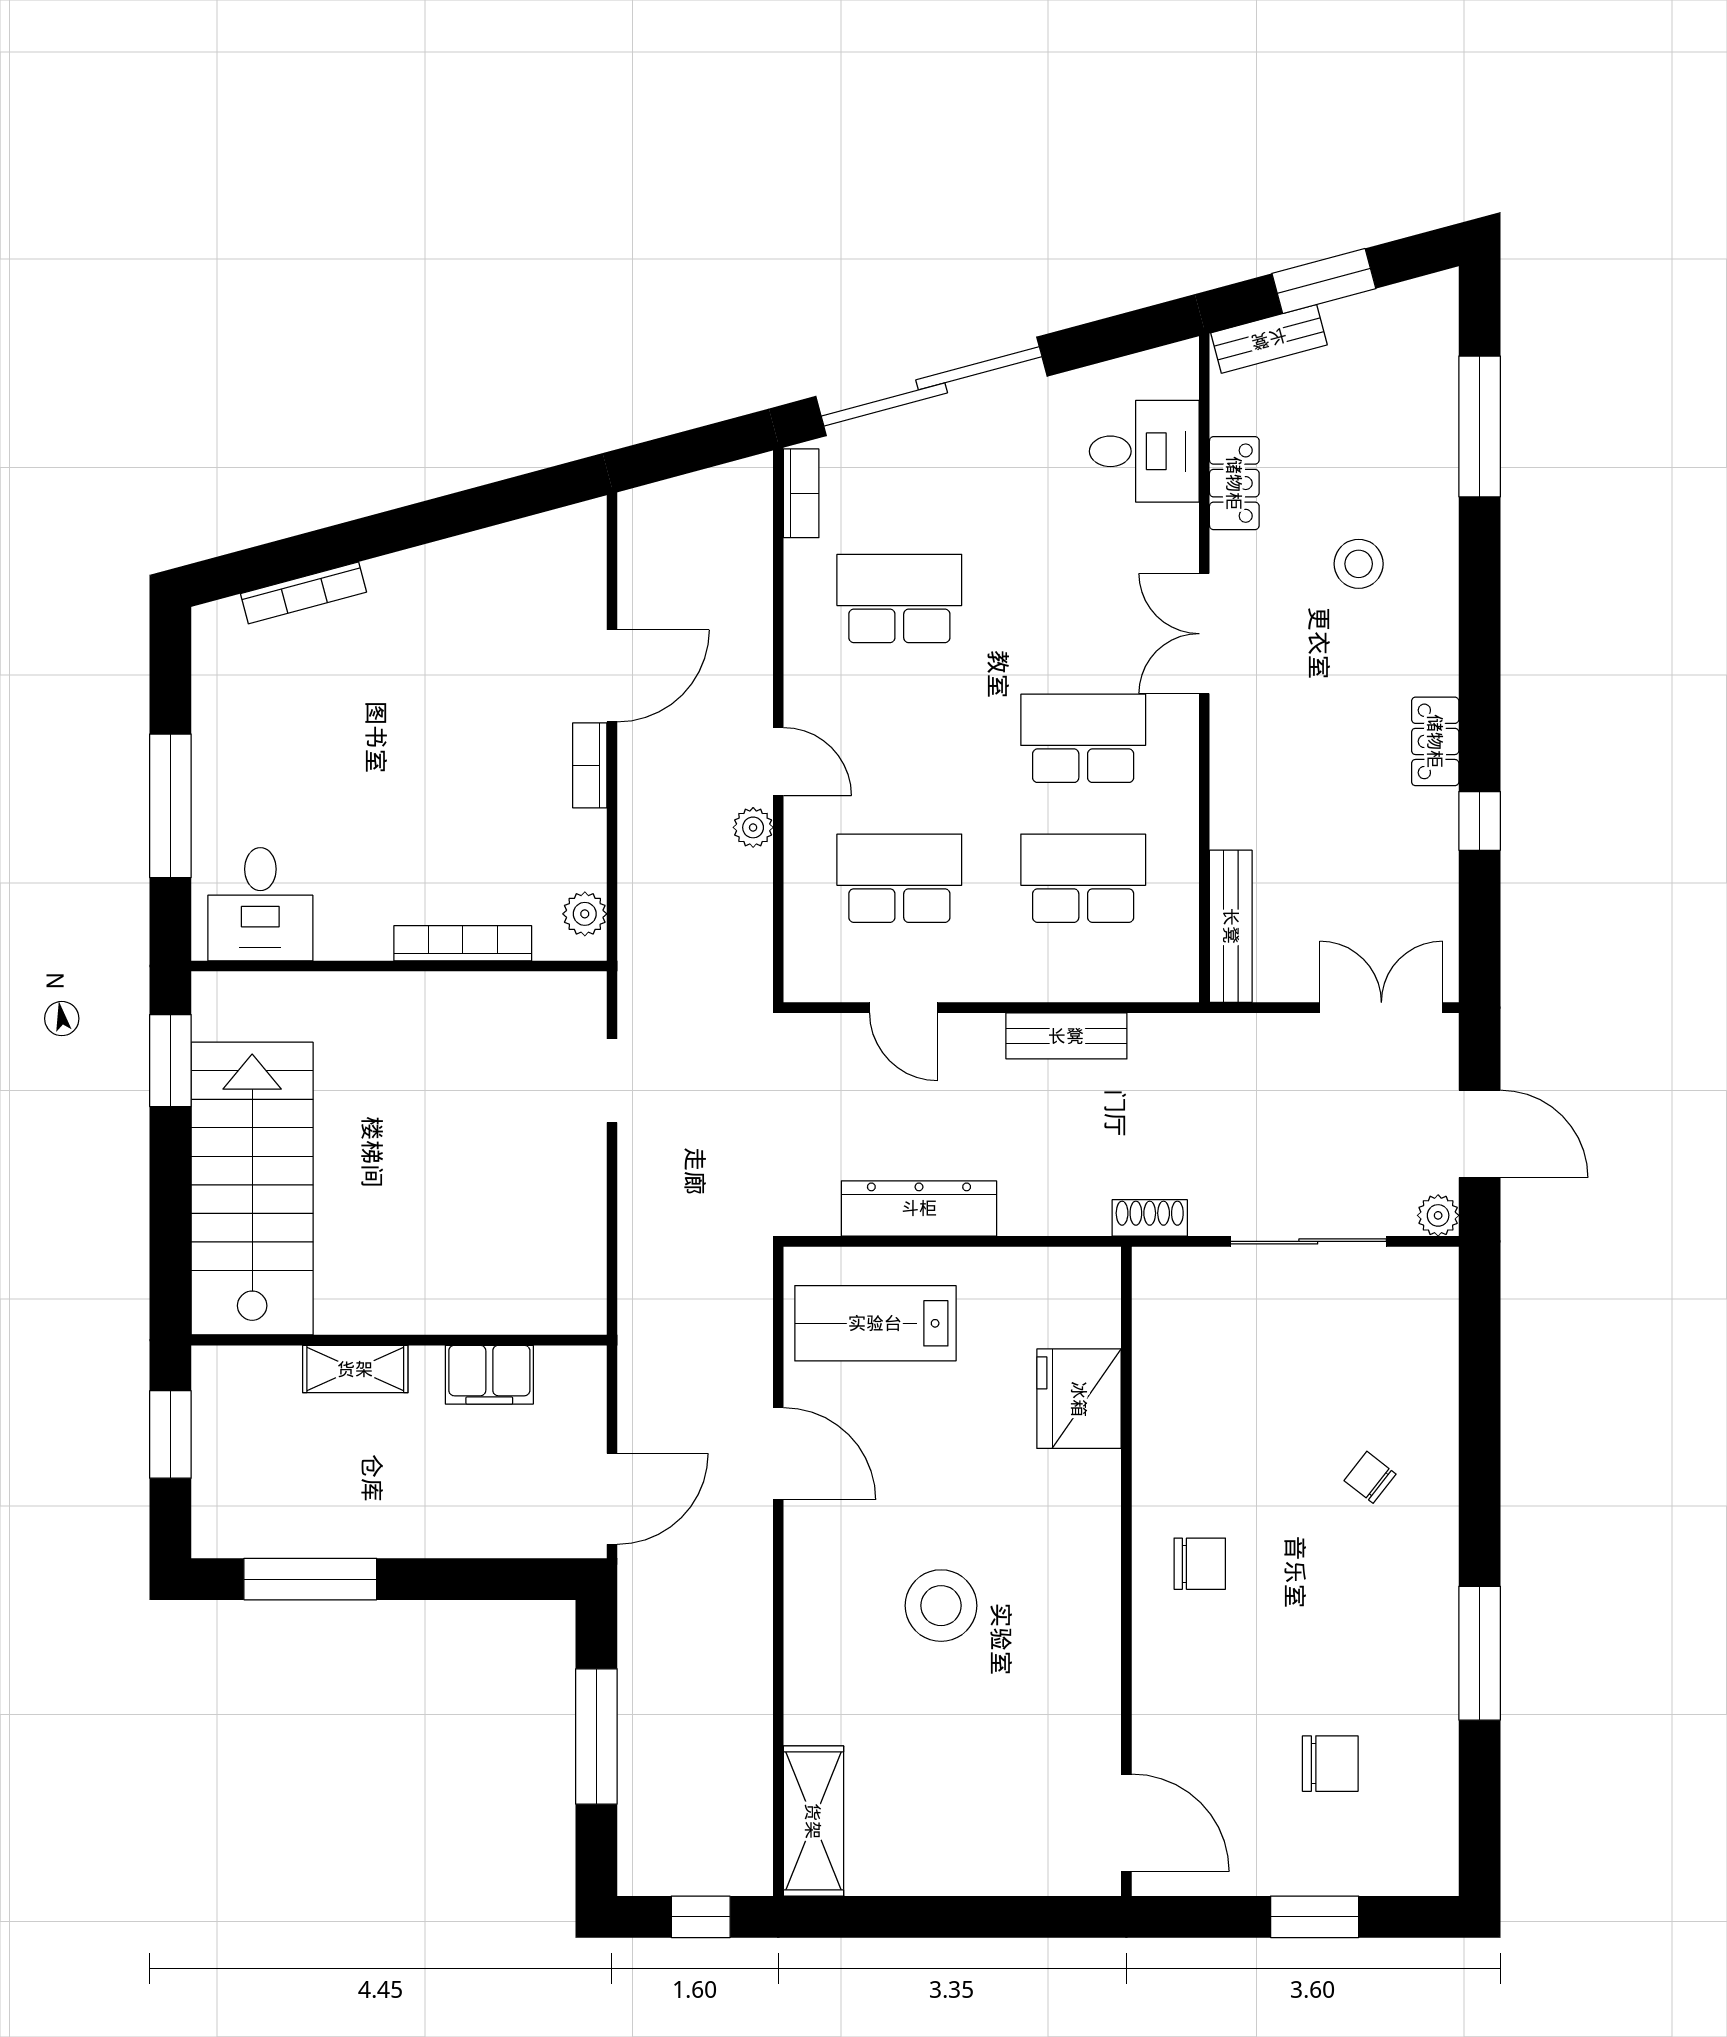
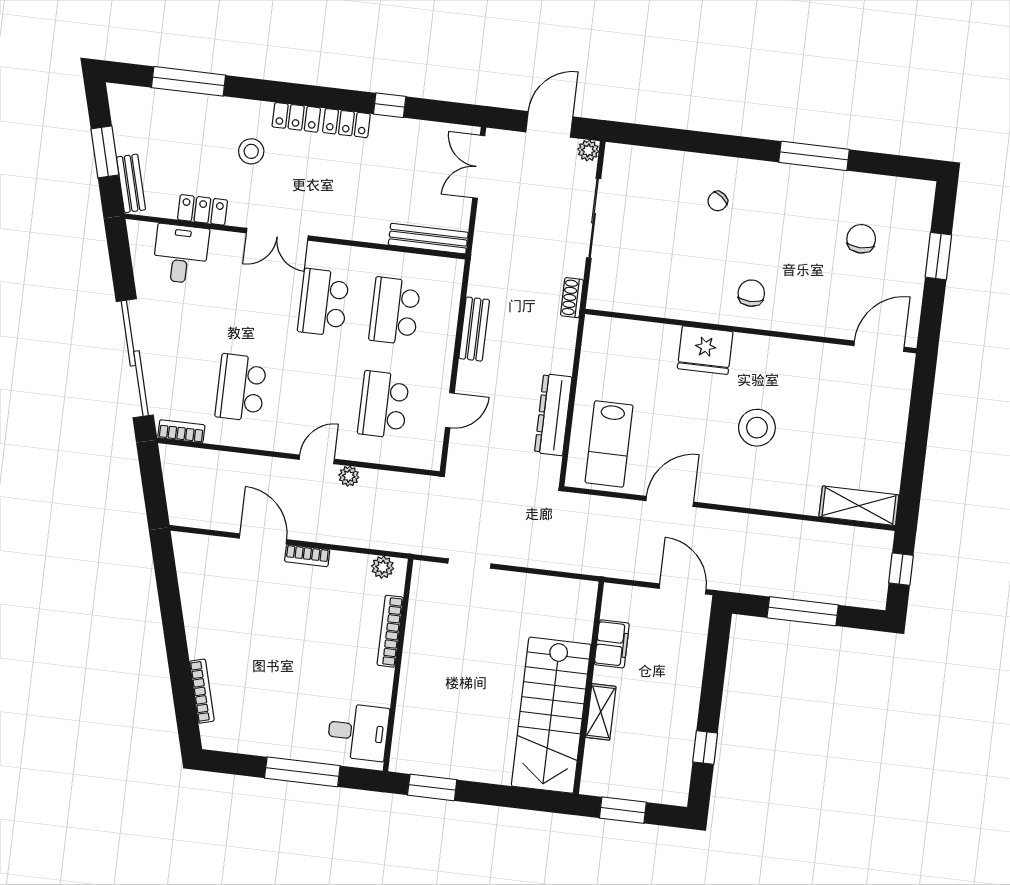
locker: (1435, 643) -> (296, 117), added
stairs: (252, 1189) -> (551, 715), moved, turned -90
fridge: (1079, 1399) -> (705, 350), moved
window: (310, 1579) -> (705, 748), width x0.46

